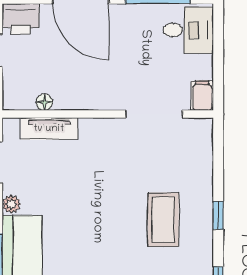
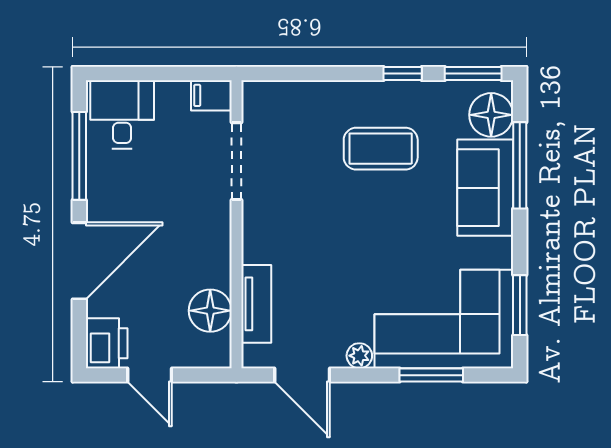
floor lamp: (44, 102) -> (210, 311), width x1.89, depth x1.89
window: (218, 215) -> (403, 74), moved

